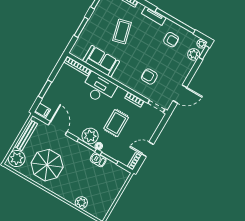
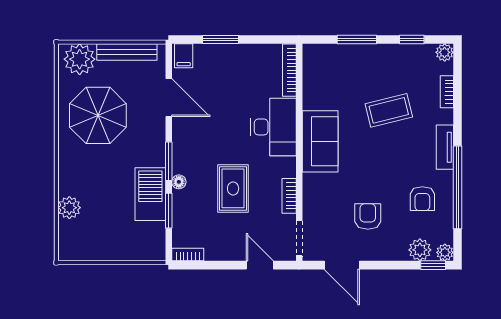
sofa: (101, 61) -> (320, 141), moved
armchair: (149, 77) -> (368, 216), moved
rug: (116, 123) -> (233, 188), turned 90
door: (58, 128) -> (169, 98), hinge flipped
plant: (90, 136) -> (187, 158), removed
door: (148, 149) -> (260, 265), moved
barbecue: (98, 160) -> (150, 194), width x1.88, depth x1.53

